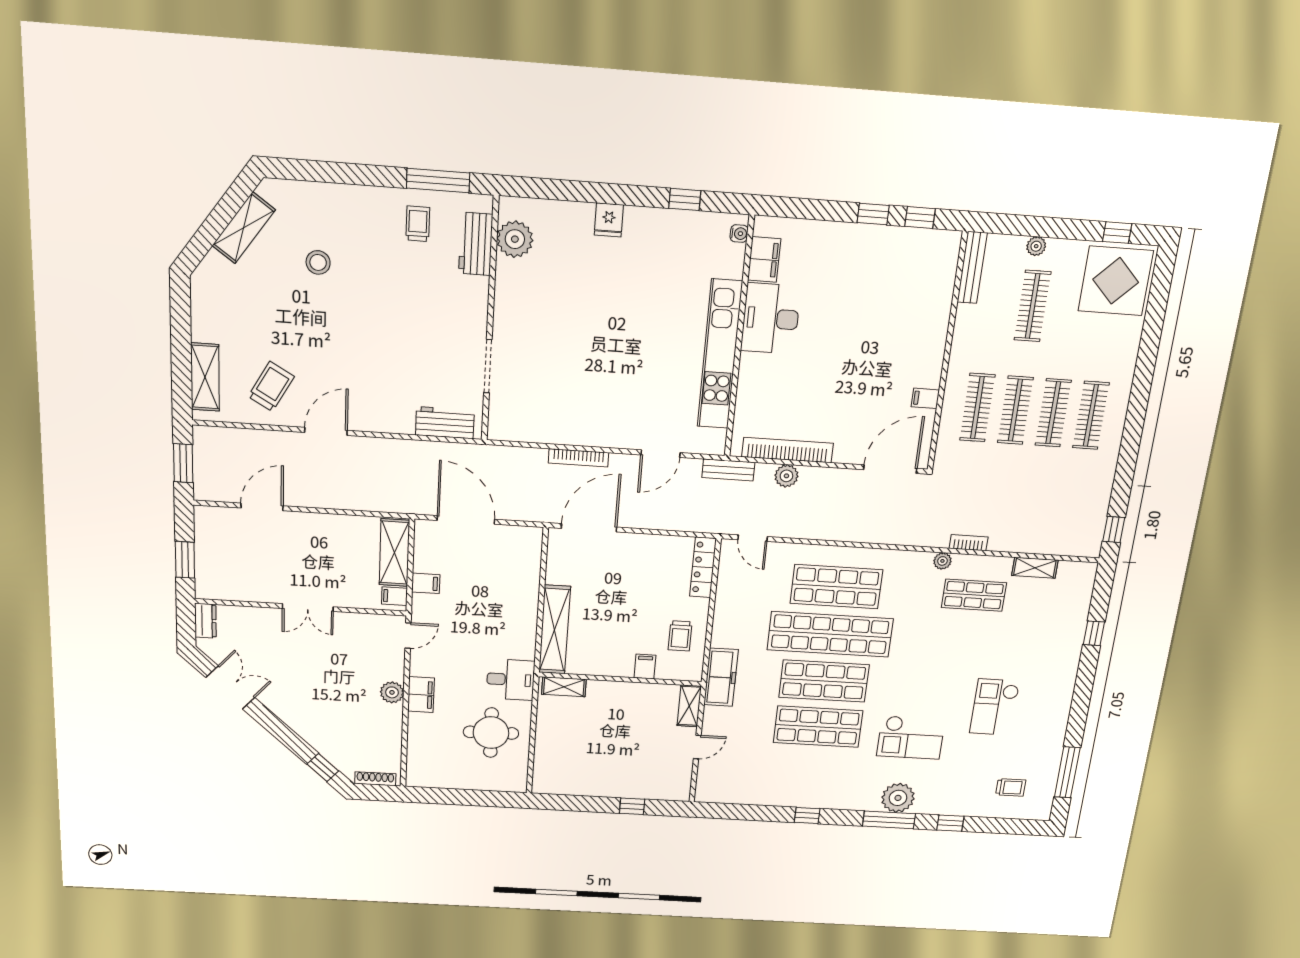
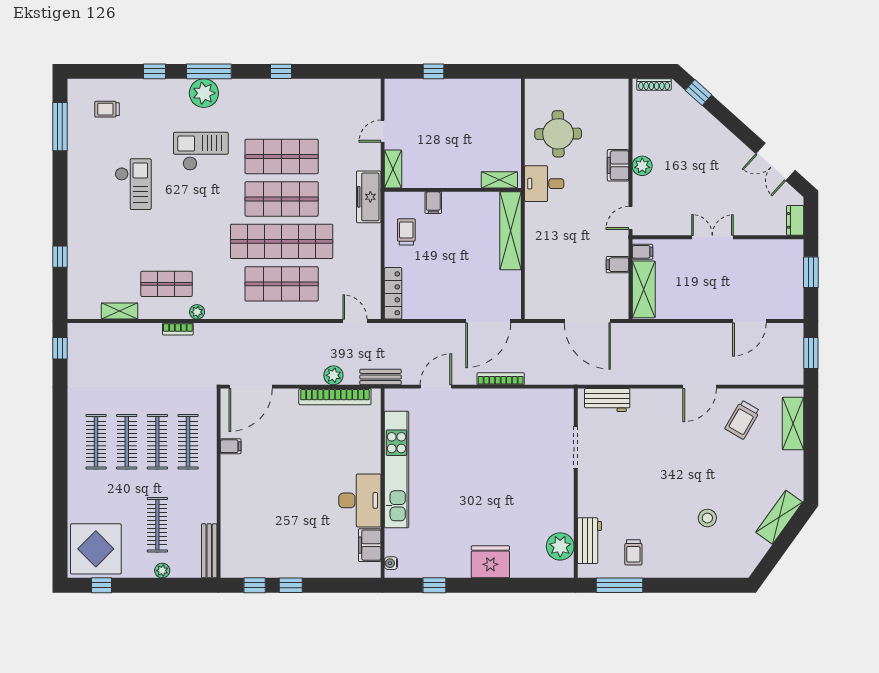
fridge: (609, 220) -> (490, 562), width x1.88, depth x1.34
shelving: (244, 228) -> (779, 517), moved

